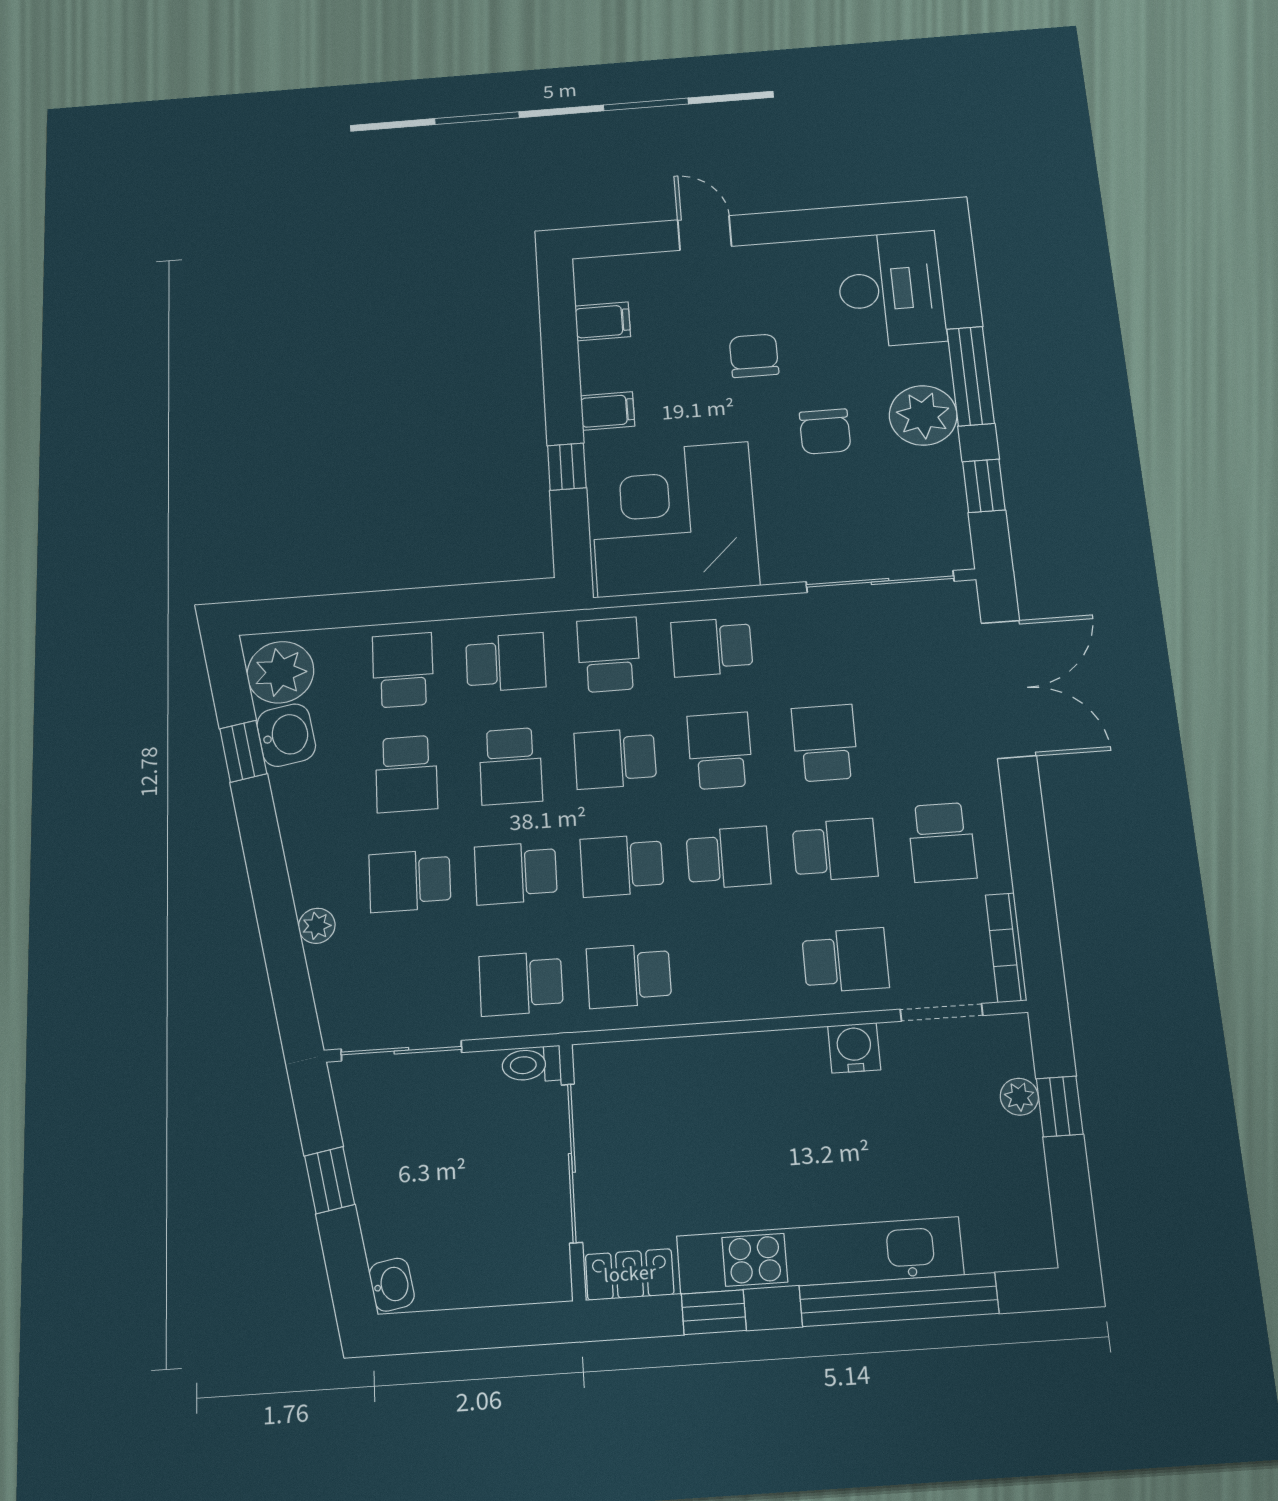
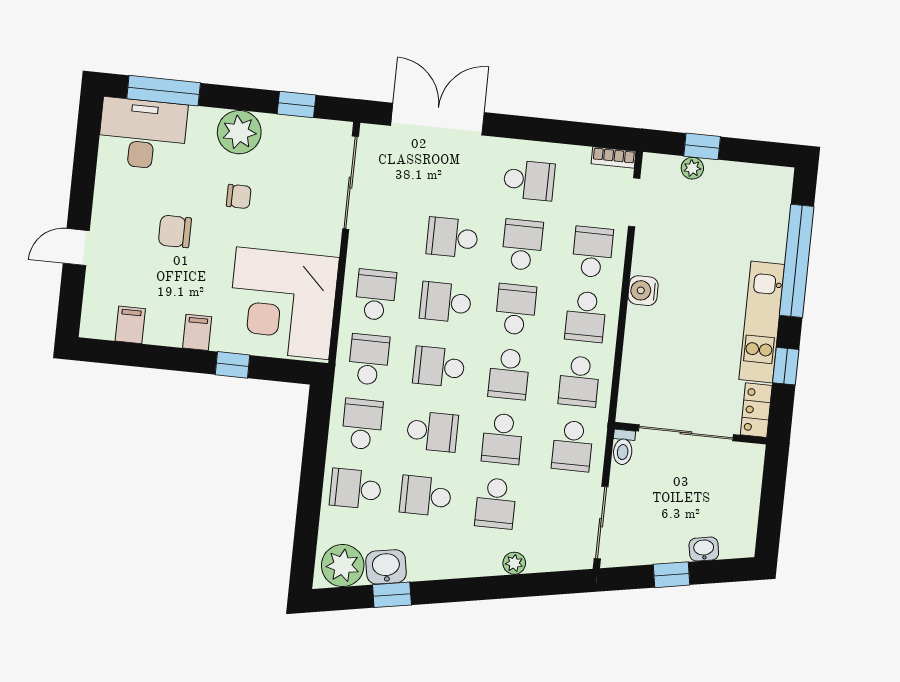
window: (970, 376) -> (164, 91), moved
chair: (825, 431) -> (239, 196), width x0.73, depth x0.73
school desk: (712, 647) -> (376, 295), turned 180
school desk: (609, 655) -> (369, 360), turned 90
school desk: (615, 758) -> (439, 367), turned 90
school desk: (406, 774) -> (426, 496), turned 180
bookcase: (1006, 948) -> (614, 158), width x0.64
school desk: (737, 968) -> (586, 317), added
water cooler: (854, 1048) -> (643, 291), moved
kitchen unit: (820, 1255) -> (762, 322), width x0.73
washbasin: (392, 1285) -> (704, 549), moved

